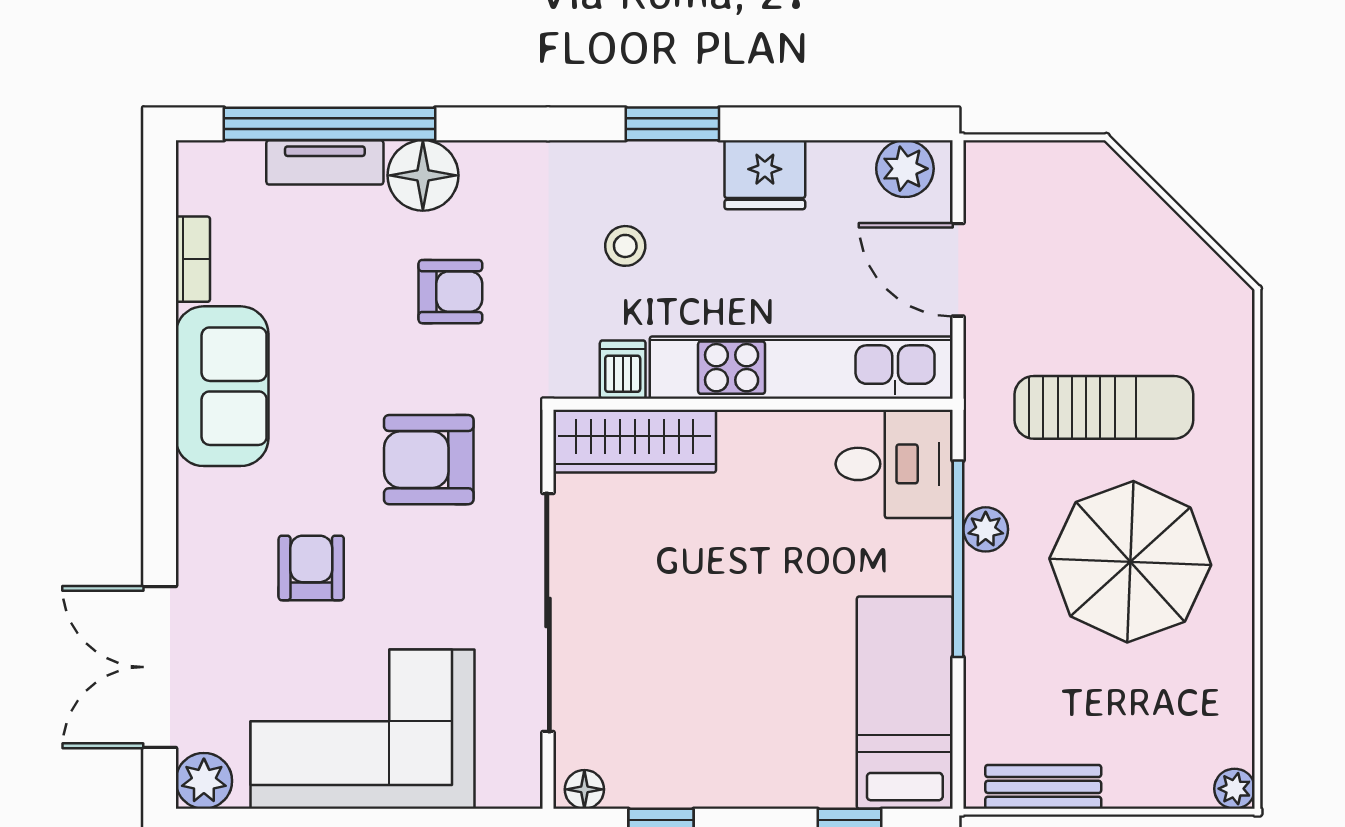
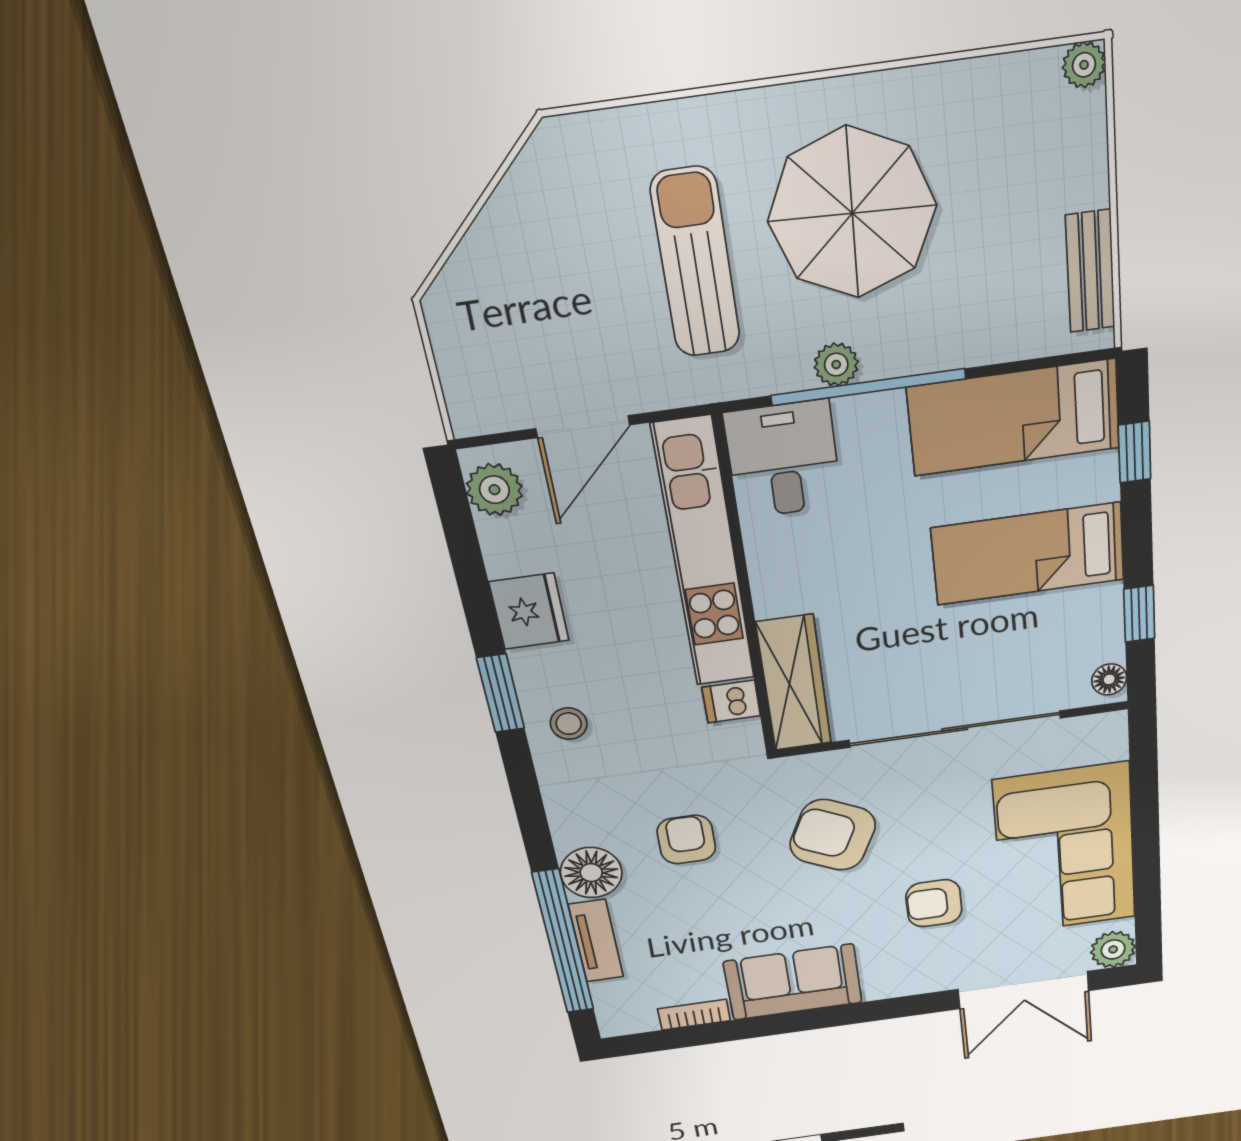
stool: (625, 246) -> (569, 724), moved
armchair: (429, 460) -> (833, 835), turned 116
bed: (751, 708) -> (1028, 554), added

